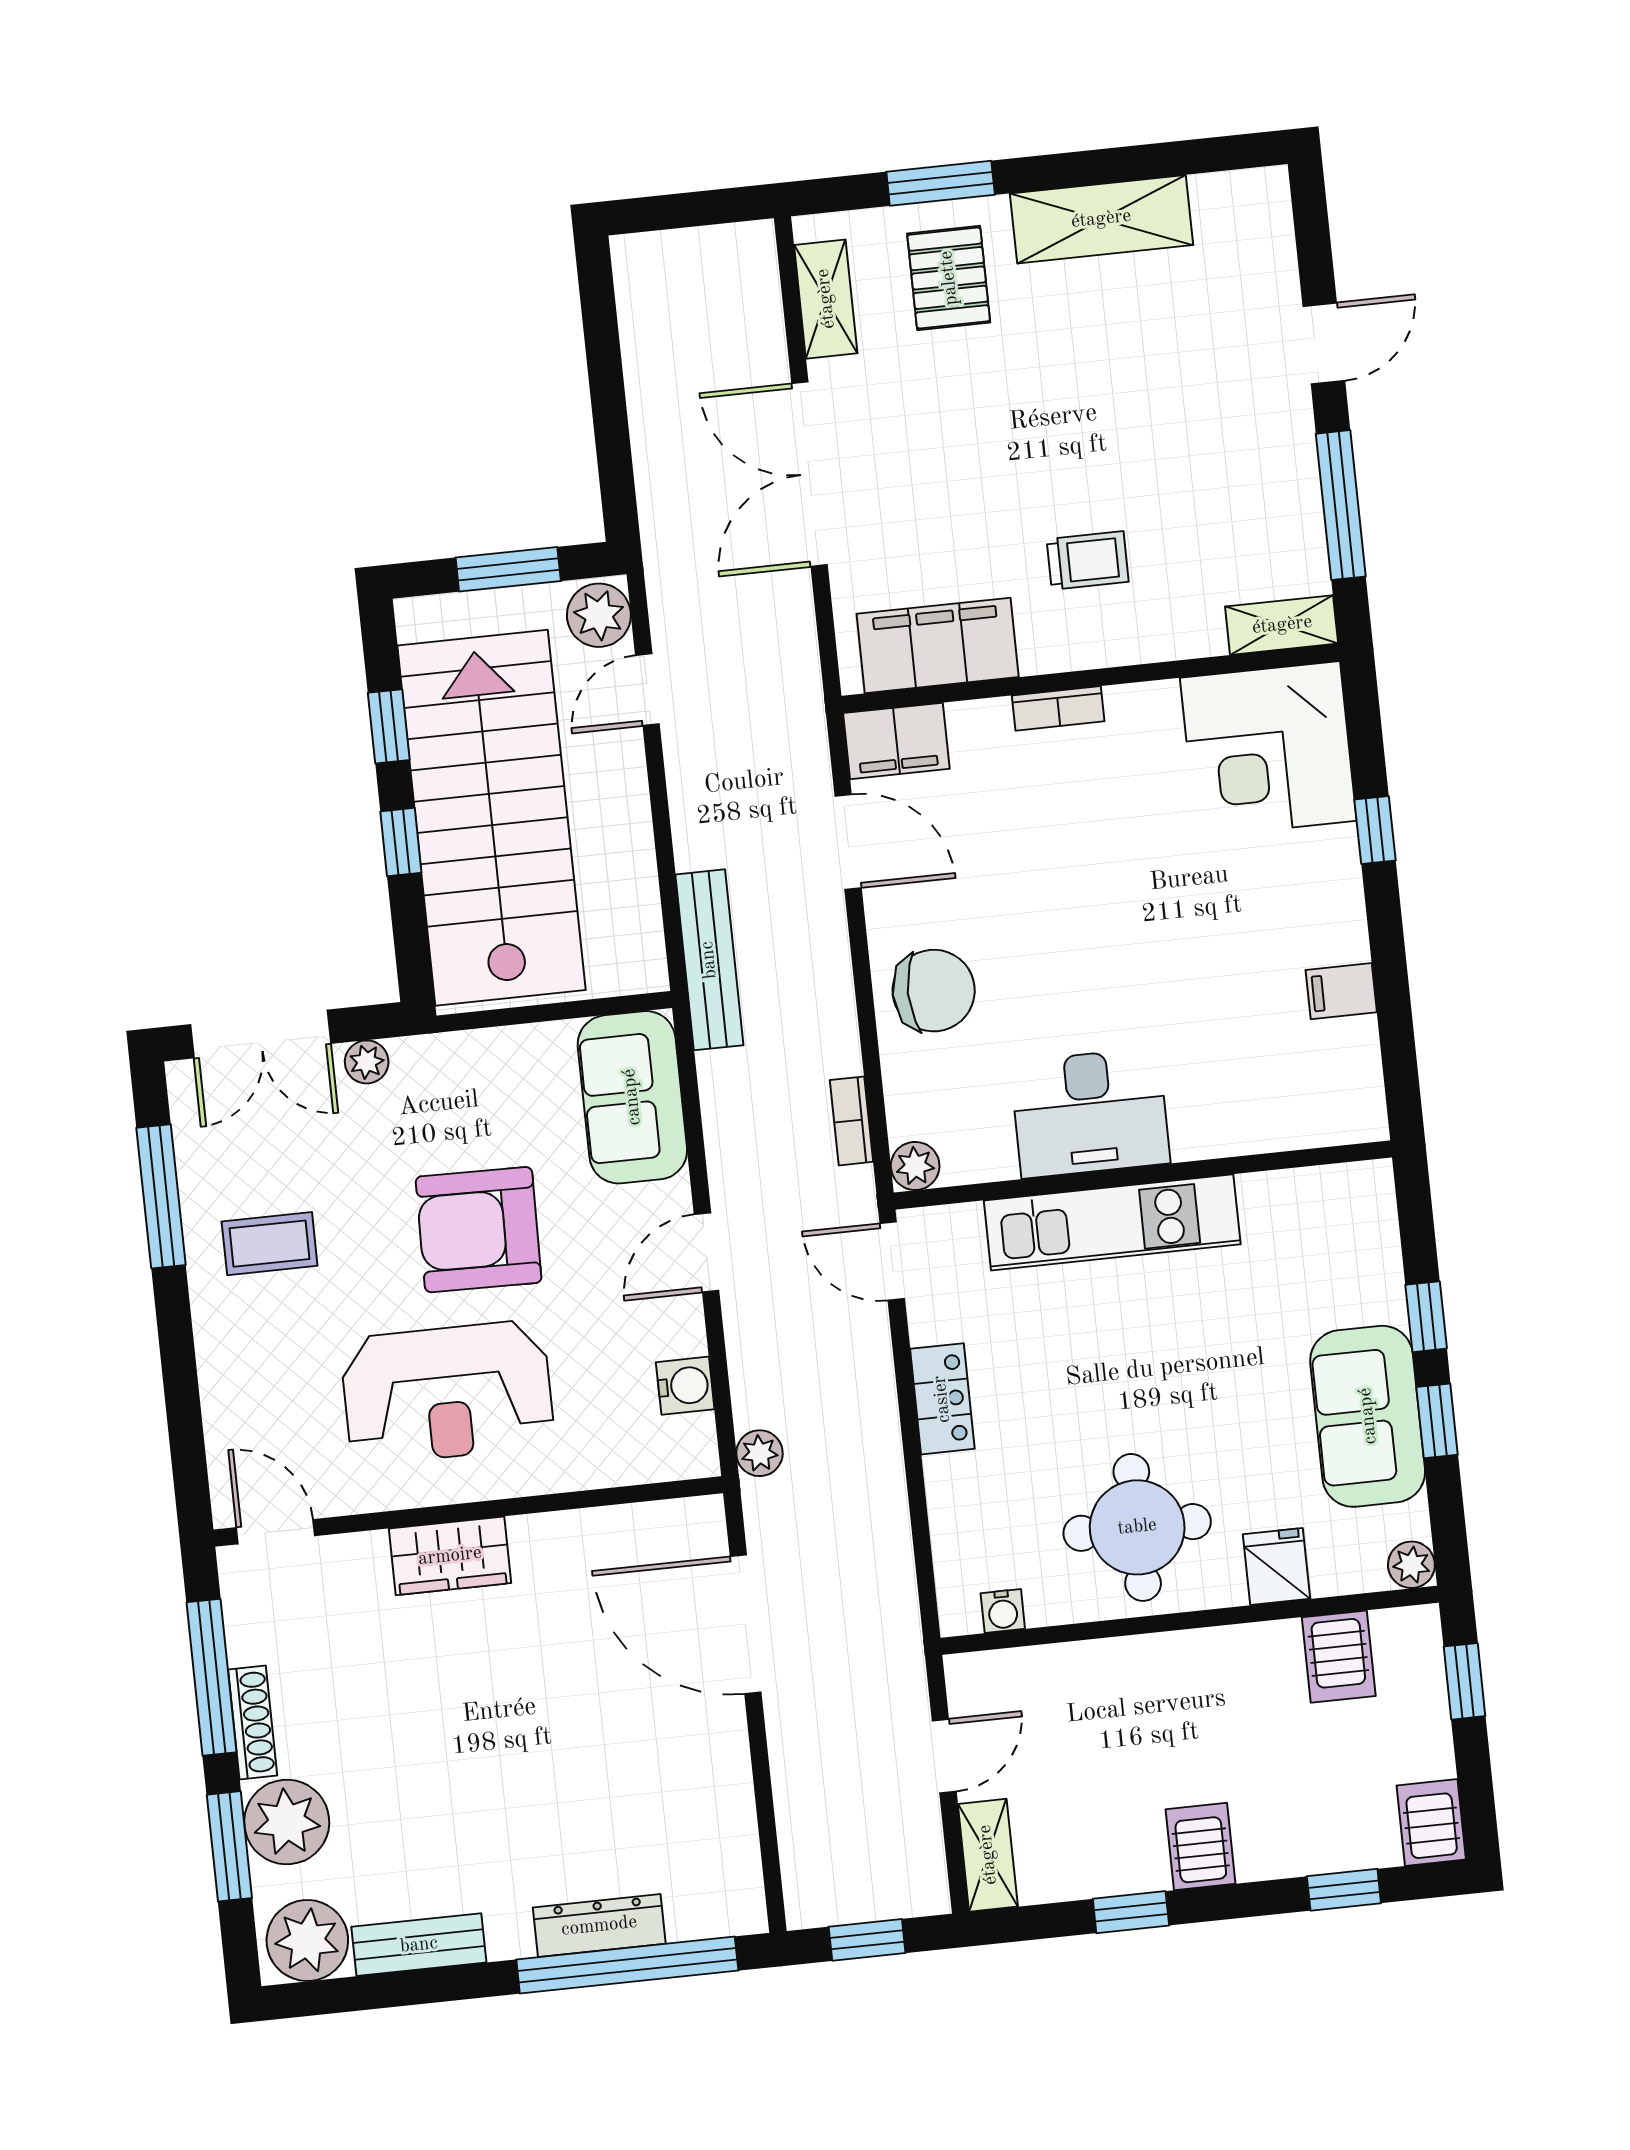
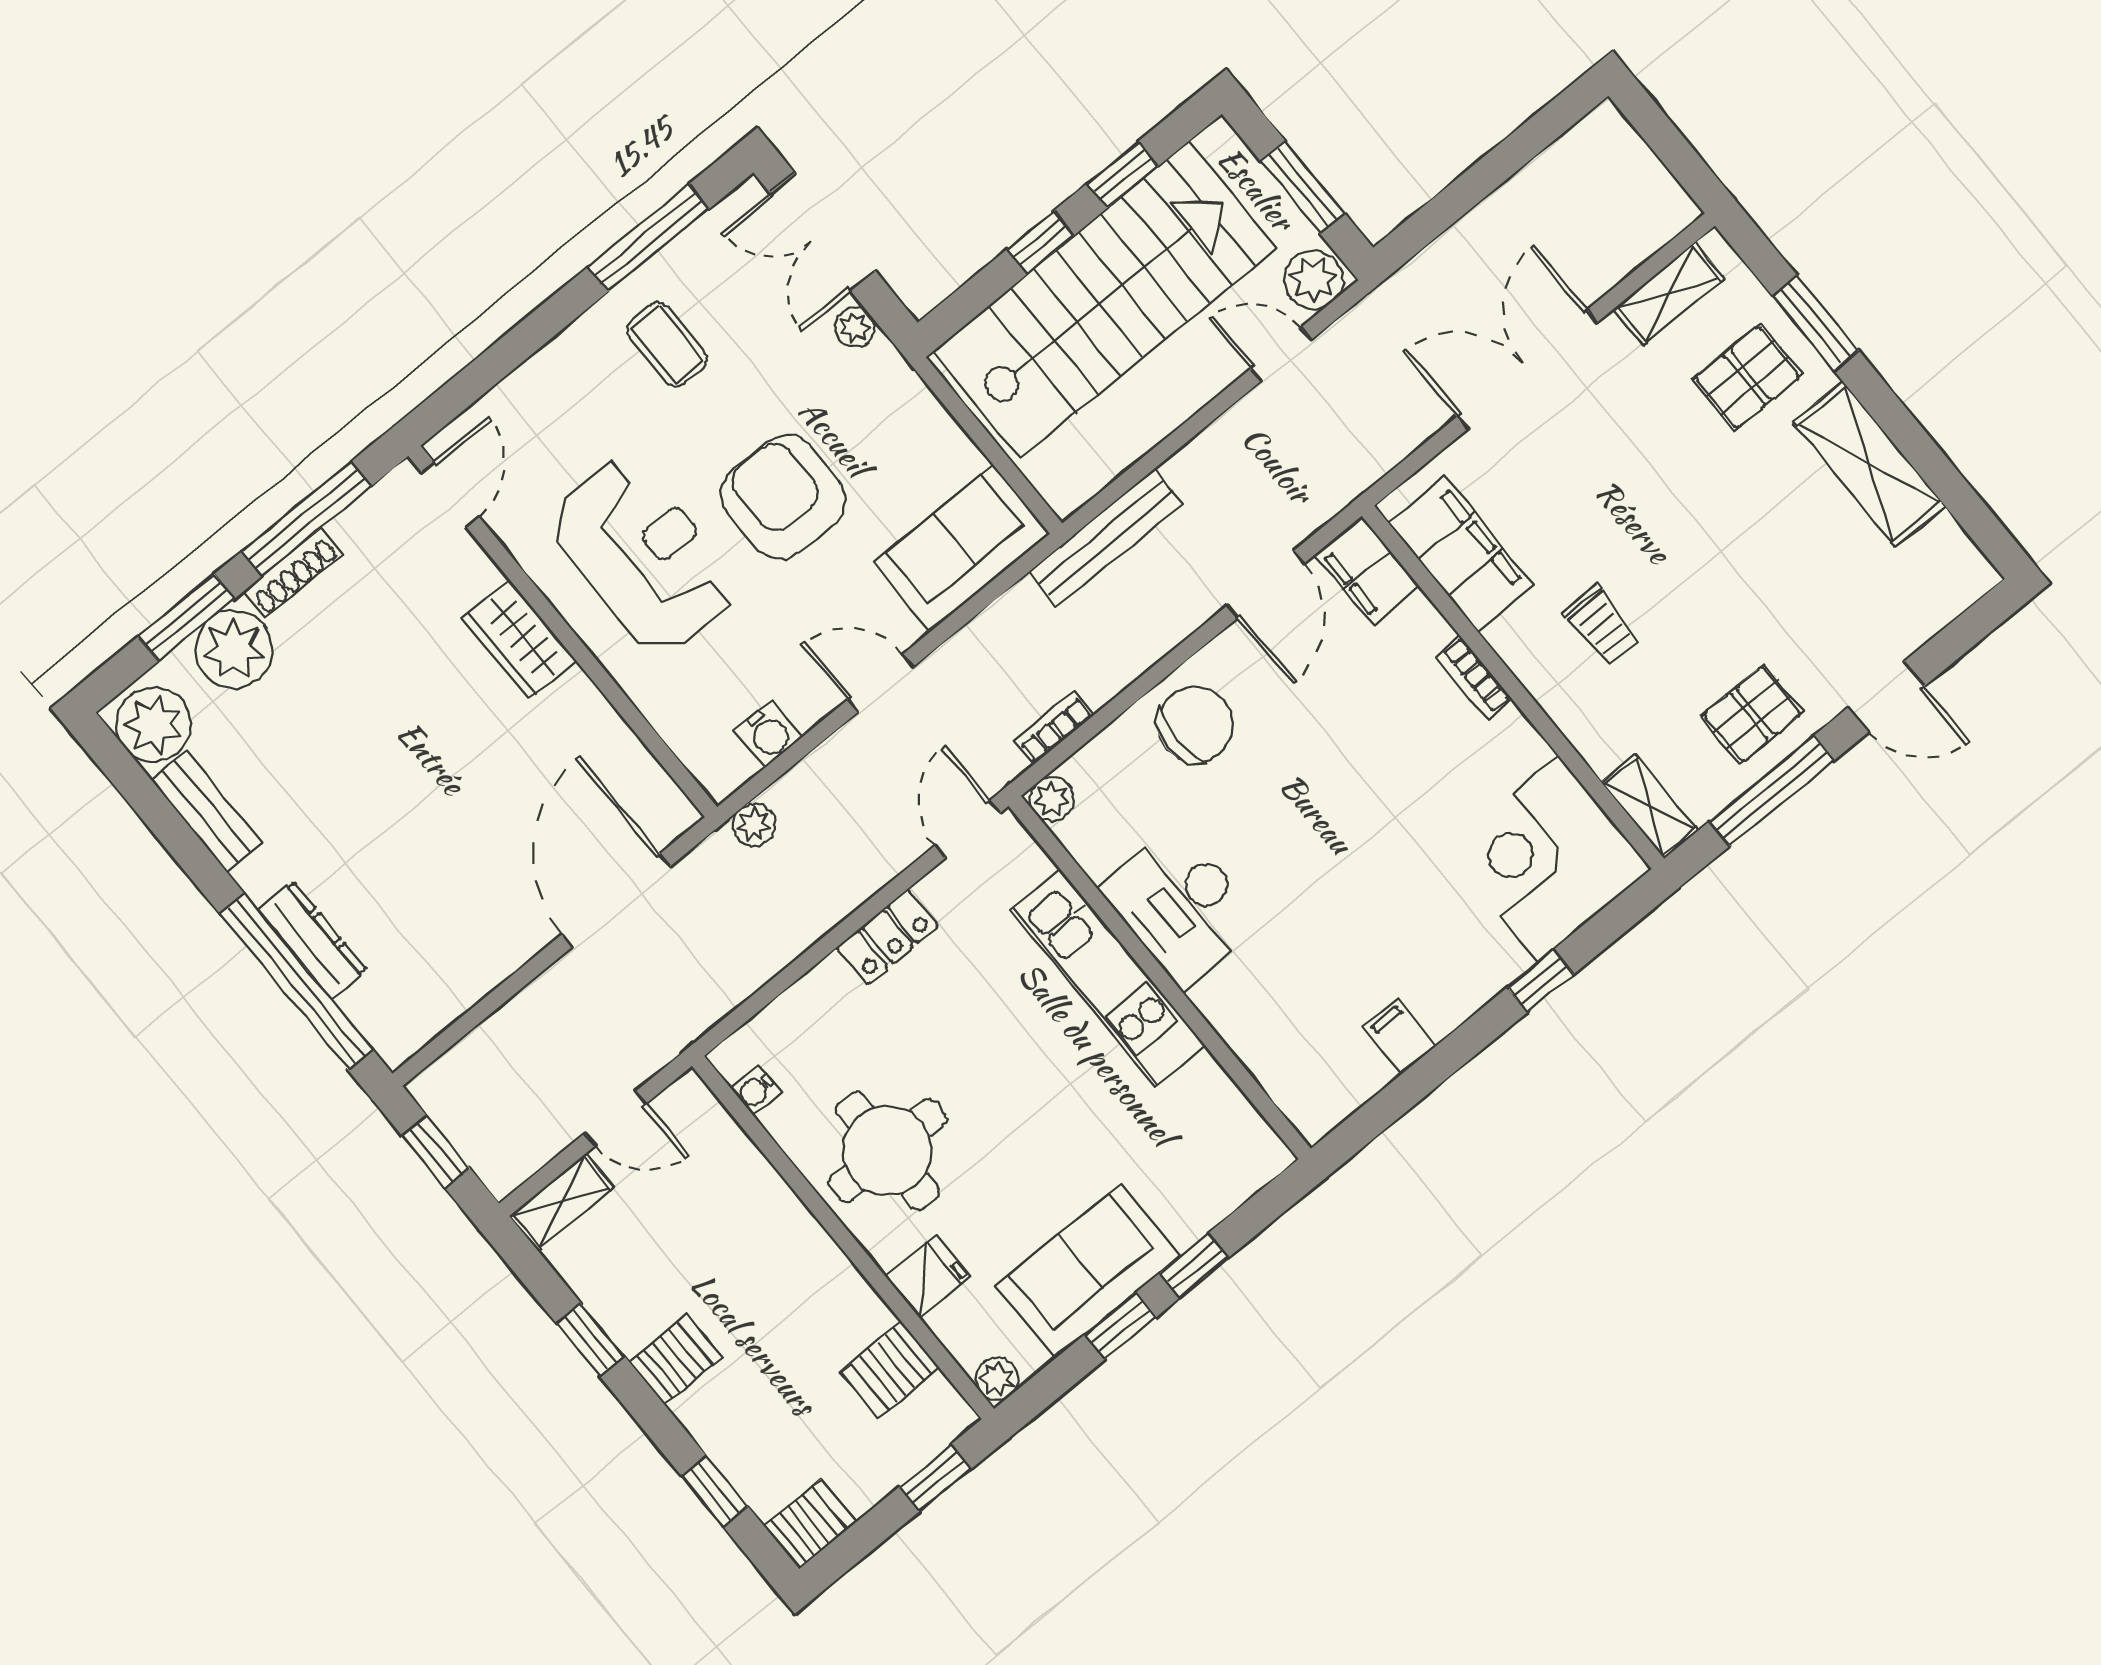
pallet: (1259, 476) -> (1752, 714), added
chair: (934, 991) -> (1195, 725), turned -90
reception desk: (447, 1392) -> (643, 555), turned 180

